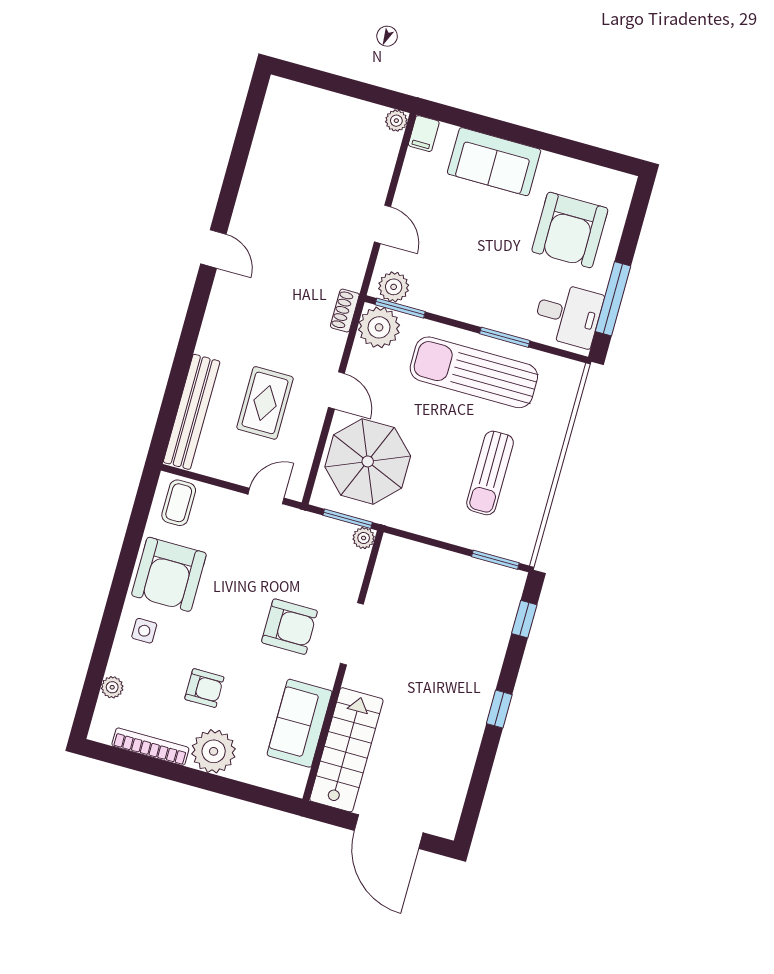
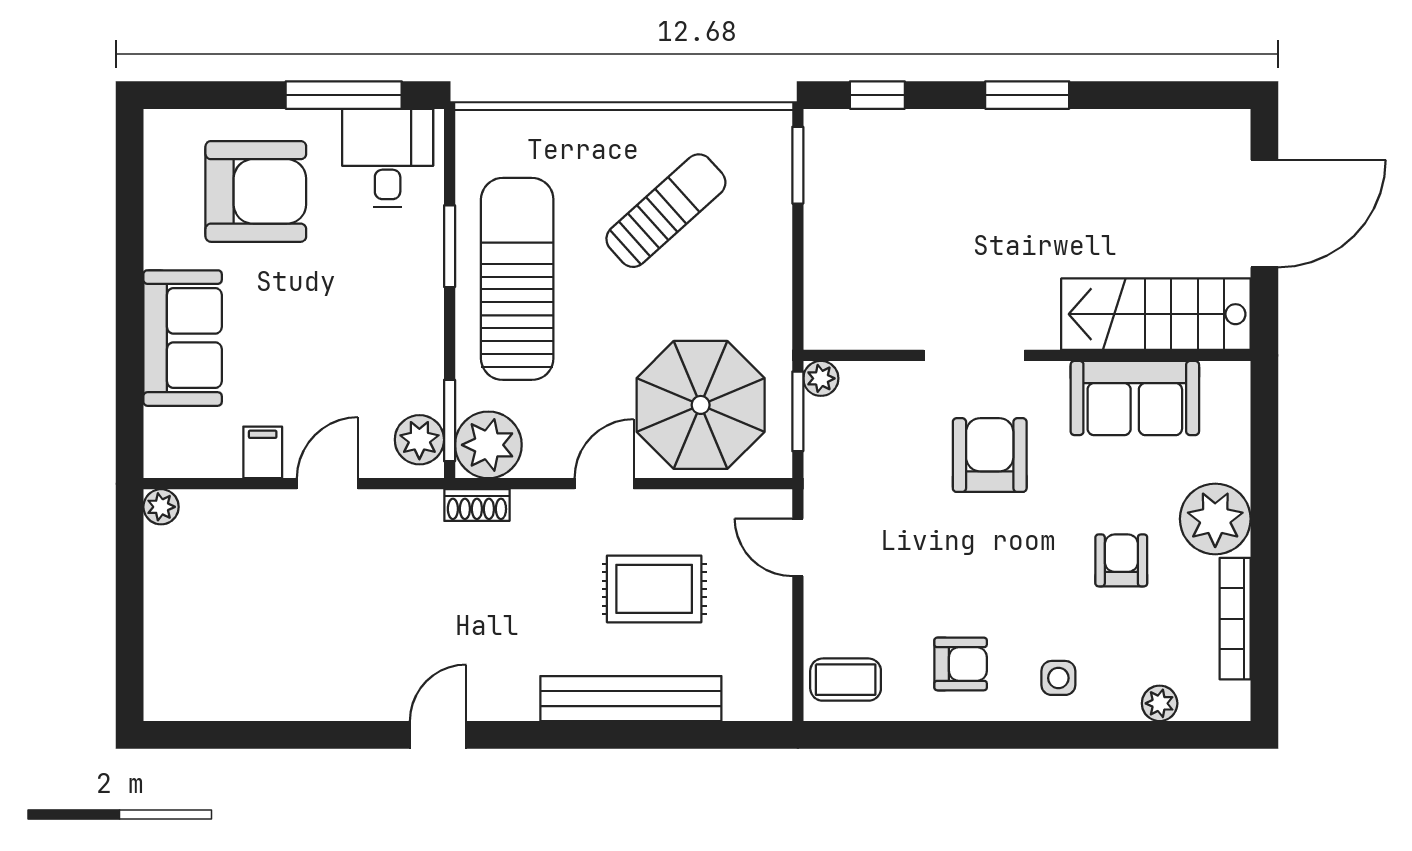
filing cabinet: (424, 134) -> (263, 452), moved, turned -90
sun lounger: (474, 372) -> (517, 279), turned 180
bench: (192, 412) -> (631, 699), moved
sun lounger: (490, 473) -> (666, 211), turned -42
armchair: (169, 574) -> (961, 664), width x0.53, depth x0.53
window: (499, 709) -> (1027, 95), width x1.50

